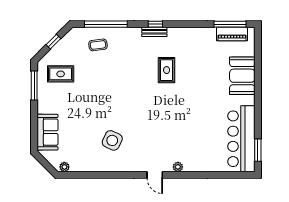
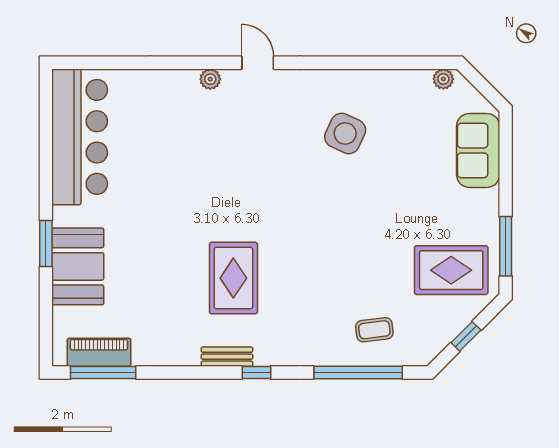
bench: (154, 32) -> (227, 357), moved
rug: (167, 70) -> (233, 278), width x1.36, depth x1.43
rug: (61, 74) -> (451, 270), width x1.36, depth x1.43
window: (258, 150) -> (46, 243), moved

